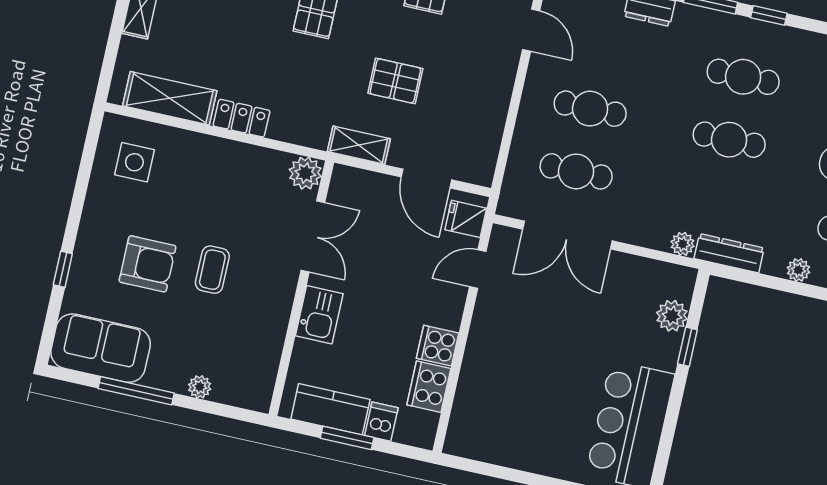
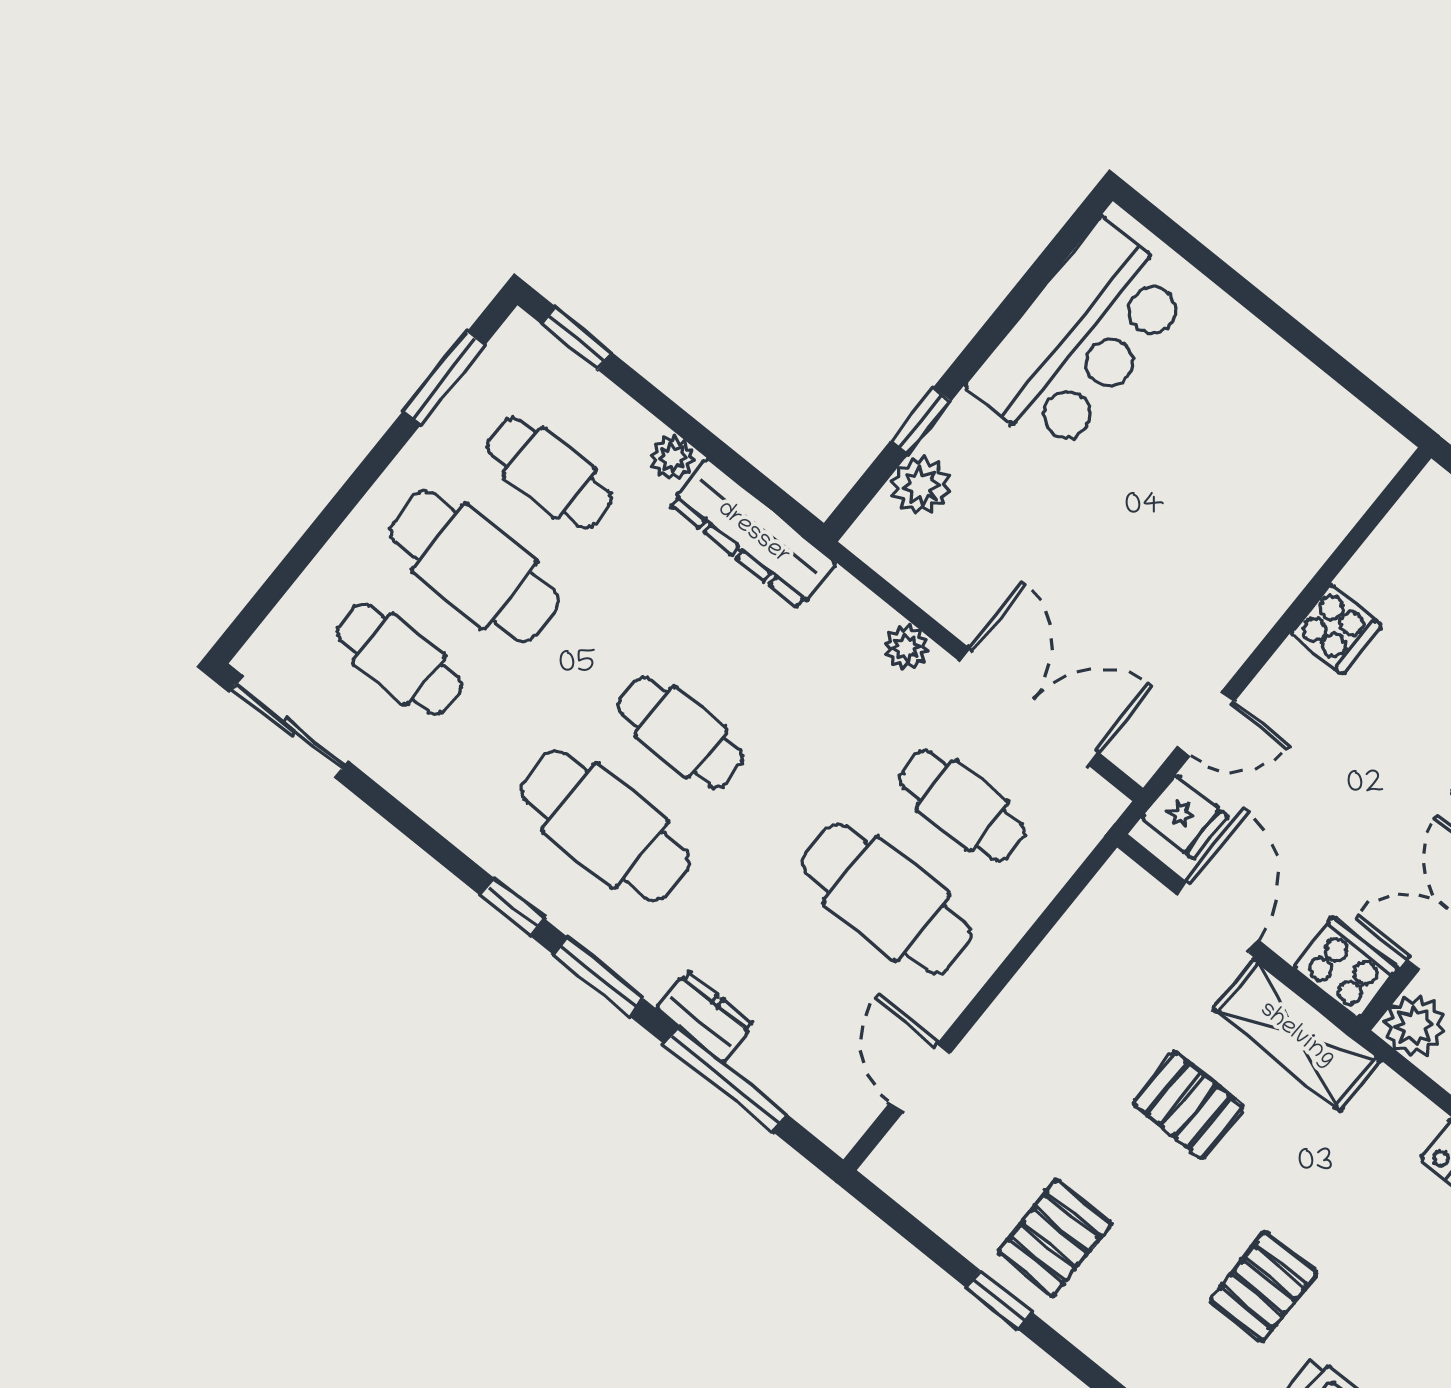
cafe table: (743, 77) -> (605, 826), width x1.37, depth x1.35
cafe table: (590, 109) -> (887, 899), width x1.37, depth x1.35
shelving: (359, 145) -> (1297, 1035), width x1.50, depth x1.33
plant: (683, 244) -> (906, 647), moved
dresser: (729, 253) -> (753, 533), width x1.37, depth x1.24
cooker: (429, 387) -> (1346, 968), moved, turned -90

